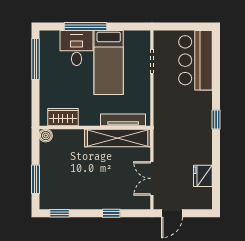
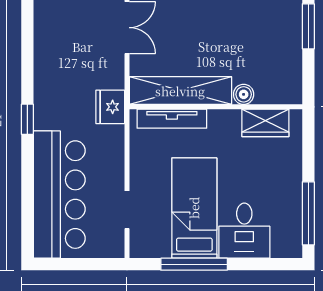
window: (85, 26) -> (194, 264), moved
bar counter: (196, 60) -> (59, 195), width x1.36
boiler: (46, 136) -> (244, 94), moved
fridge: (203, 176) -> (110, 107), moved, turned 180

